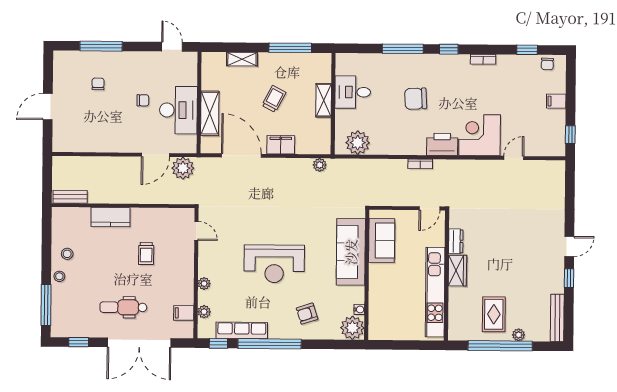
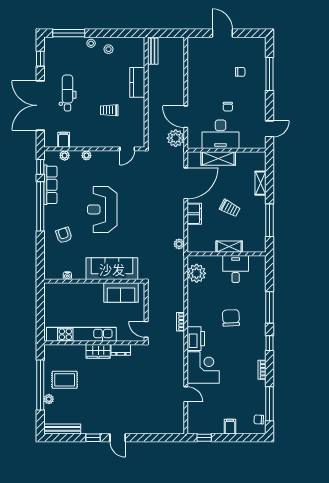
window: (527, 50) -> (269, 404), width x2.17
plant: (352, 328) -> (53, 270), removed

